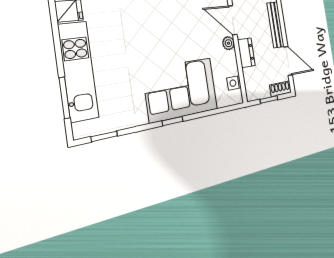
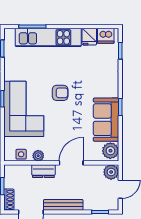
plant: (228, 43) -> (38, 156), moved
armchair: (154, 44) -> (60, 93), added

